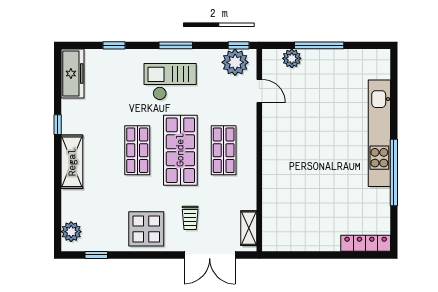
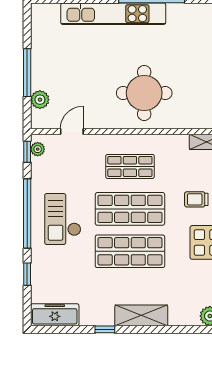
window: (176, 45) -> (27, 213), width x2.11
plant: (235, 62) -> (38, 149), width x0.53, depth x0.53
shop shelf: (137, 150) -> (130, 251), width x1.43, depth x1.36
round table: (299, 165) -> (144, 93), added
trolley: (190, 218) -> (196, 199), turned 180

